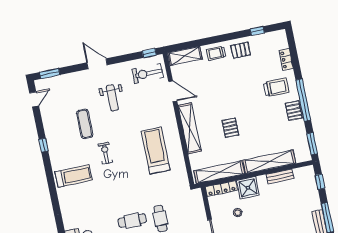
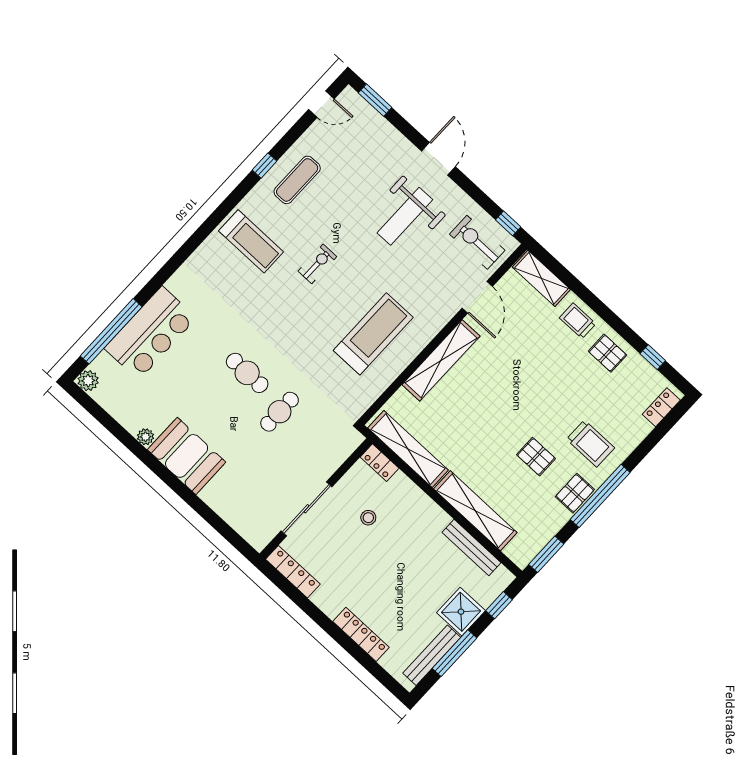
locker: (286, 59) -> (661, 407), moved
weight bench: (112, 98) -> (405, 216), width x1.36, depth x1.33
exercise mat: (85, 124) -> (297, 180), moved
pallet: (230, 128) -> (536, 457), moved, turned 90
bench: (280, 176) -> (471, 547), width x1.36
shower: (248, 188) -> (461, 612), moved
locker: (221, 189) -> (380, 463), width x0.66

